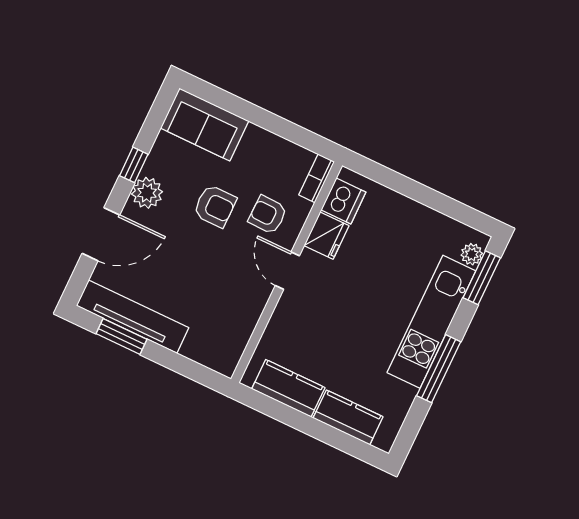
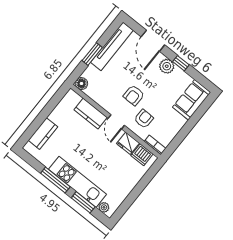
armchair: (215, 206) -> (134, 95), moved
door: (287, 271) -> (116, 122), swing flipped
window: (482, 278) -> (83, 202), moved
window: (122, 336) -> (92, 54), moved
floor lamp: (225, 362) -> (81, 84), added
kitchen counter: (288, 388) -> (91, 114), moved, turned 90

